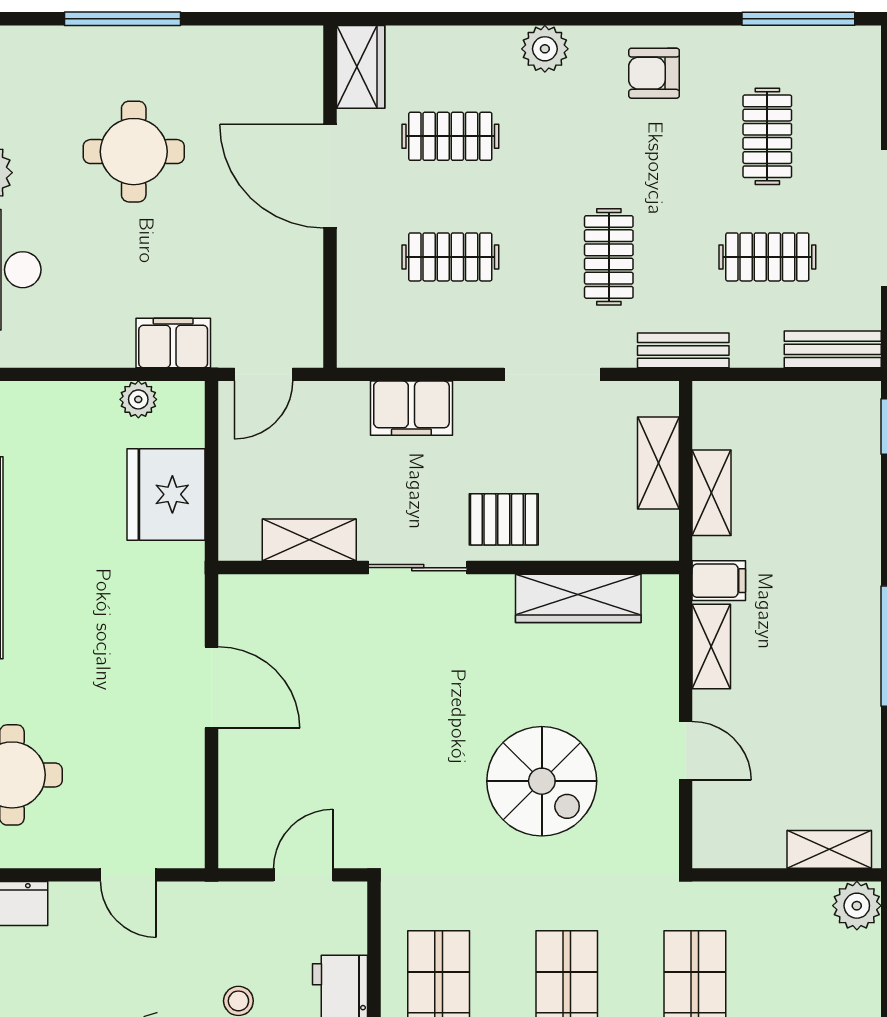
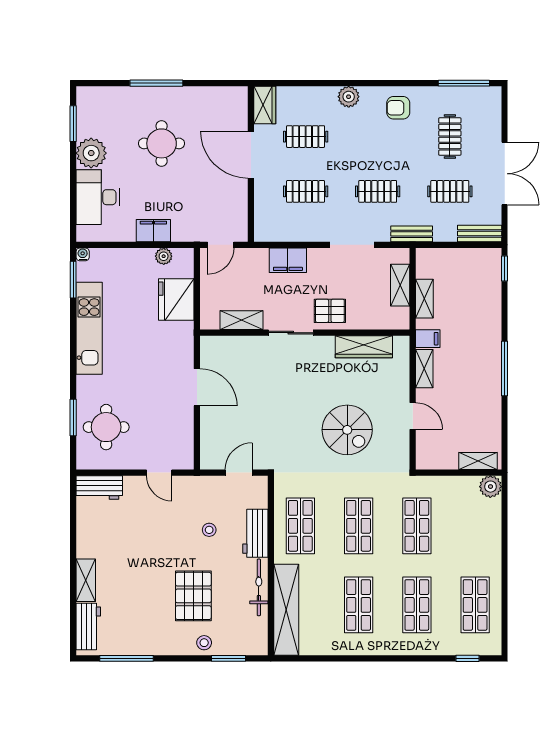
clothes rail: (609, 257) -> (378, 191), turned 90
filing cabinet: (173, 343) -> (153, 231), moved

